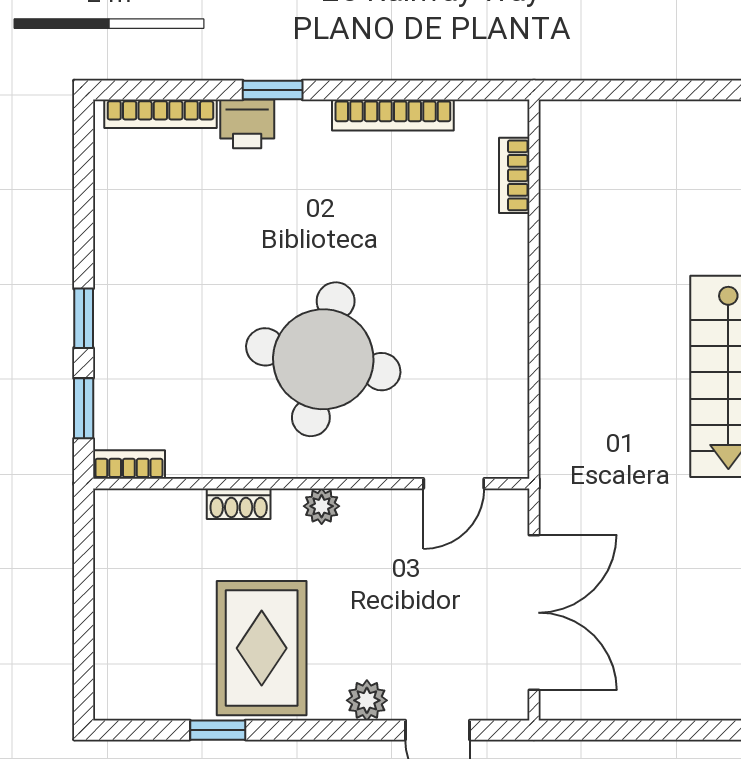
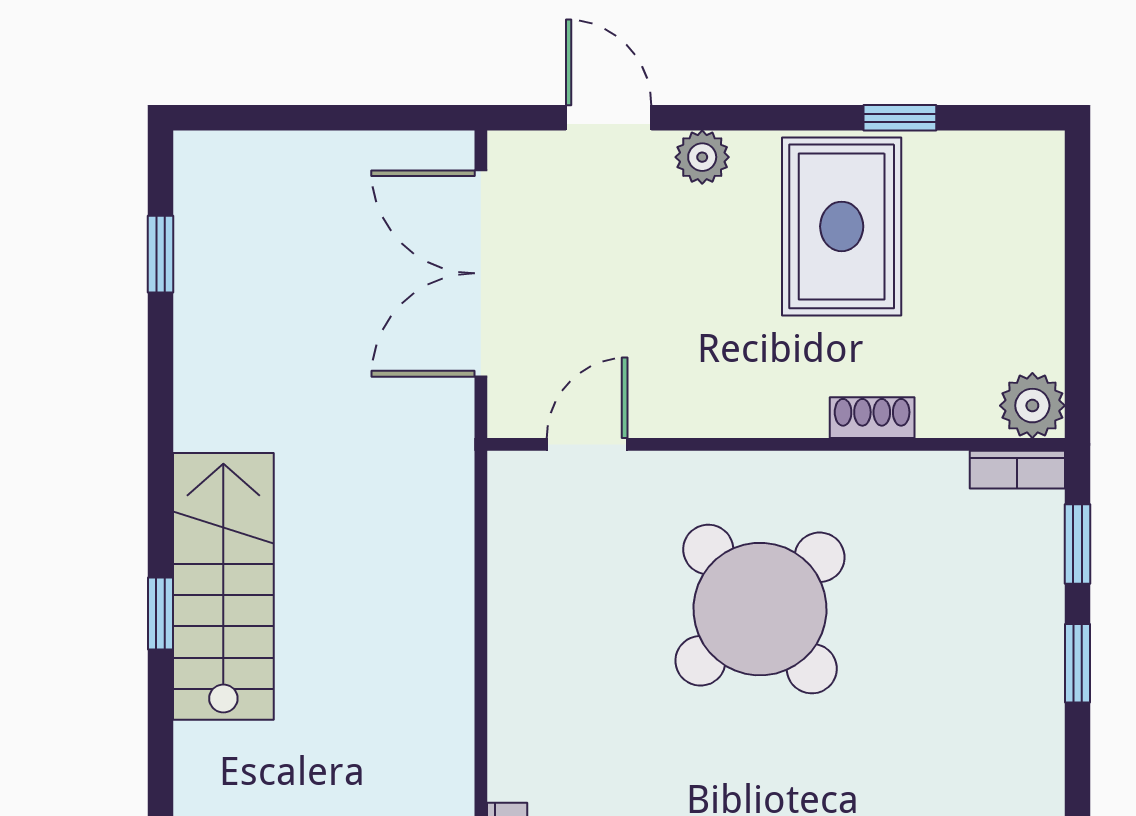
round table: (323, 359) -> (760, 609), turned 37
plant: (322, 506) -> (1032, 406), moved, width x1.38, depth x1.38

